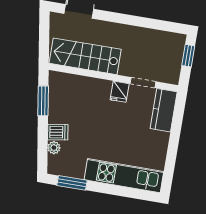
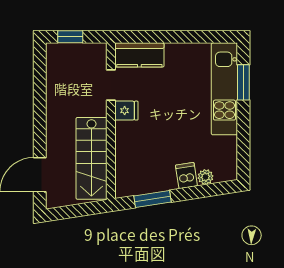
window: (72, 183) -> (243, 82), moved

